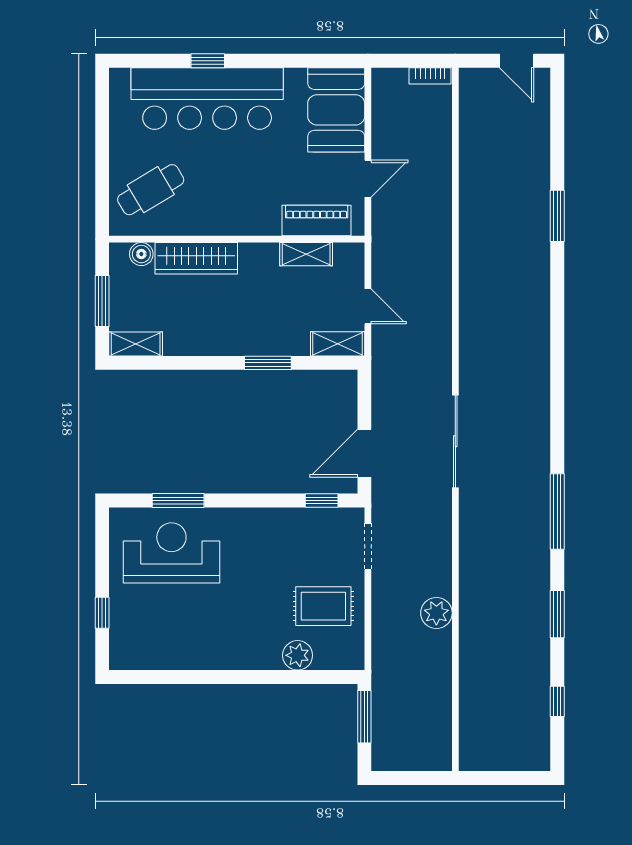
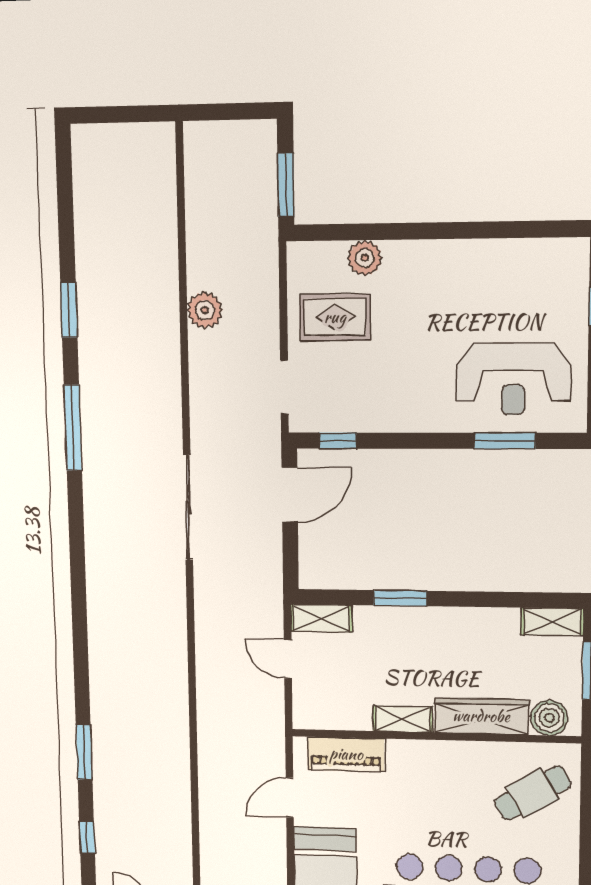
boiler: (141, 254) -> (549, 718), width x1.36, depth x1.36
shelving: (306, 254) -> (403, 719), moved
window: (557, 701) -> (87, 837), moved

